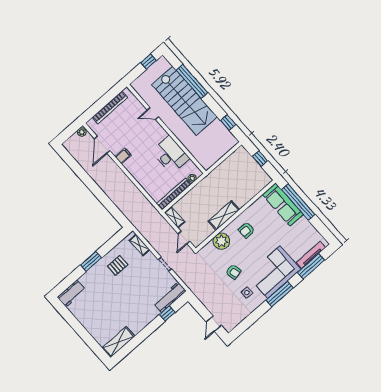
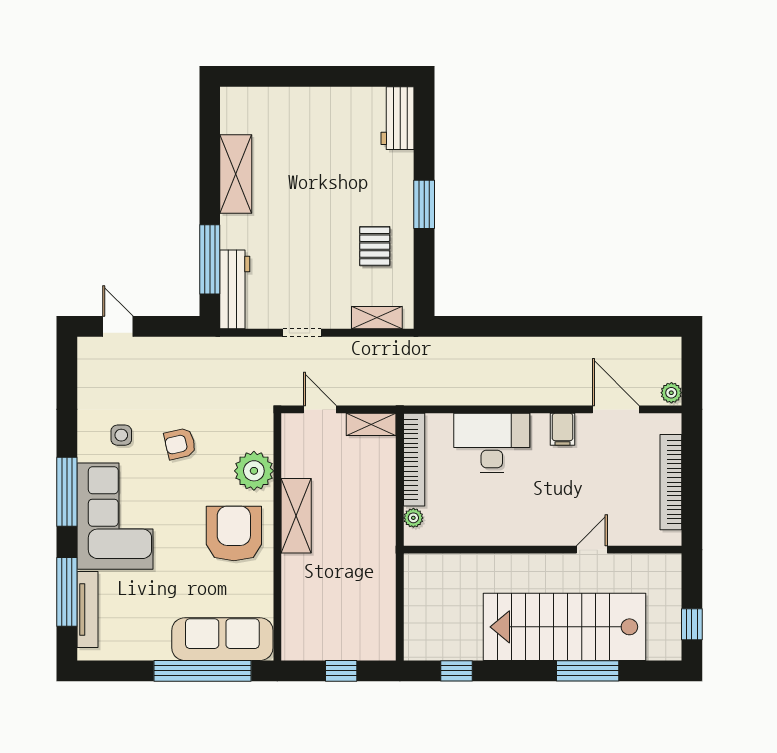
window: (192, 81) -> (588, 671), width x0.68
desk: (170, 155) -> (492, 443), moved, turned 180
armchair: (247, 230) -> (234, 533), width x1.88, depth x1.88
window: (167, 313) -> (210, 259), width x2.17
shelving: (118, 342) -> (236, 174), moved

